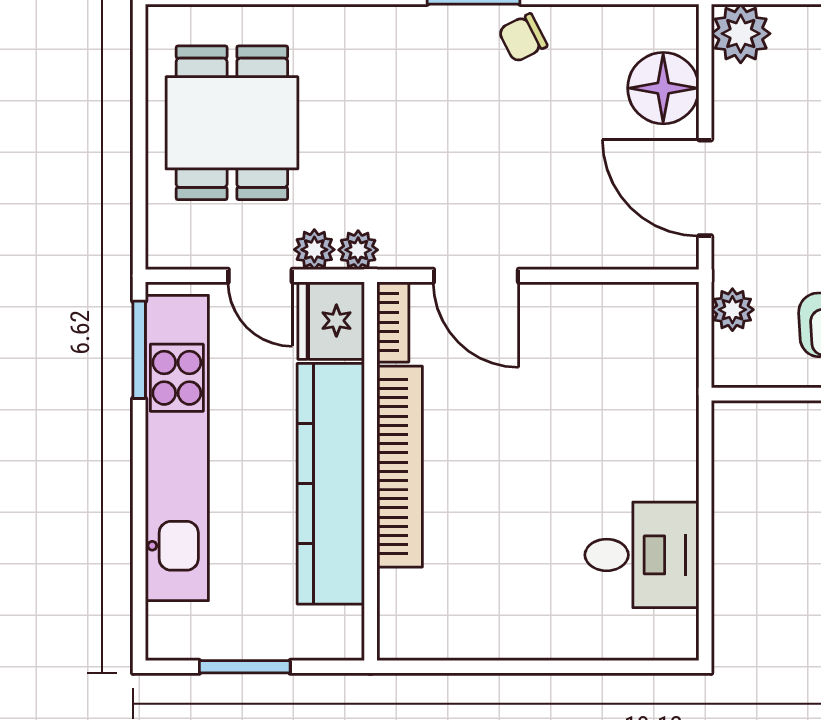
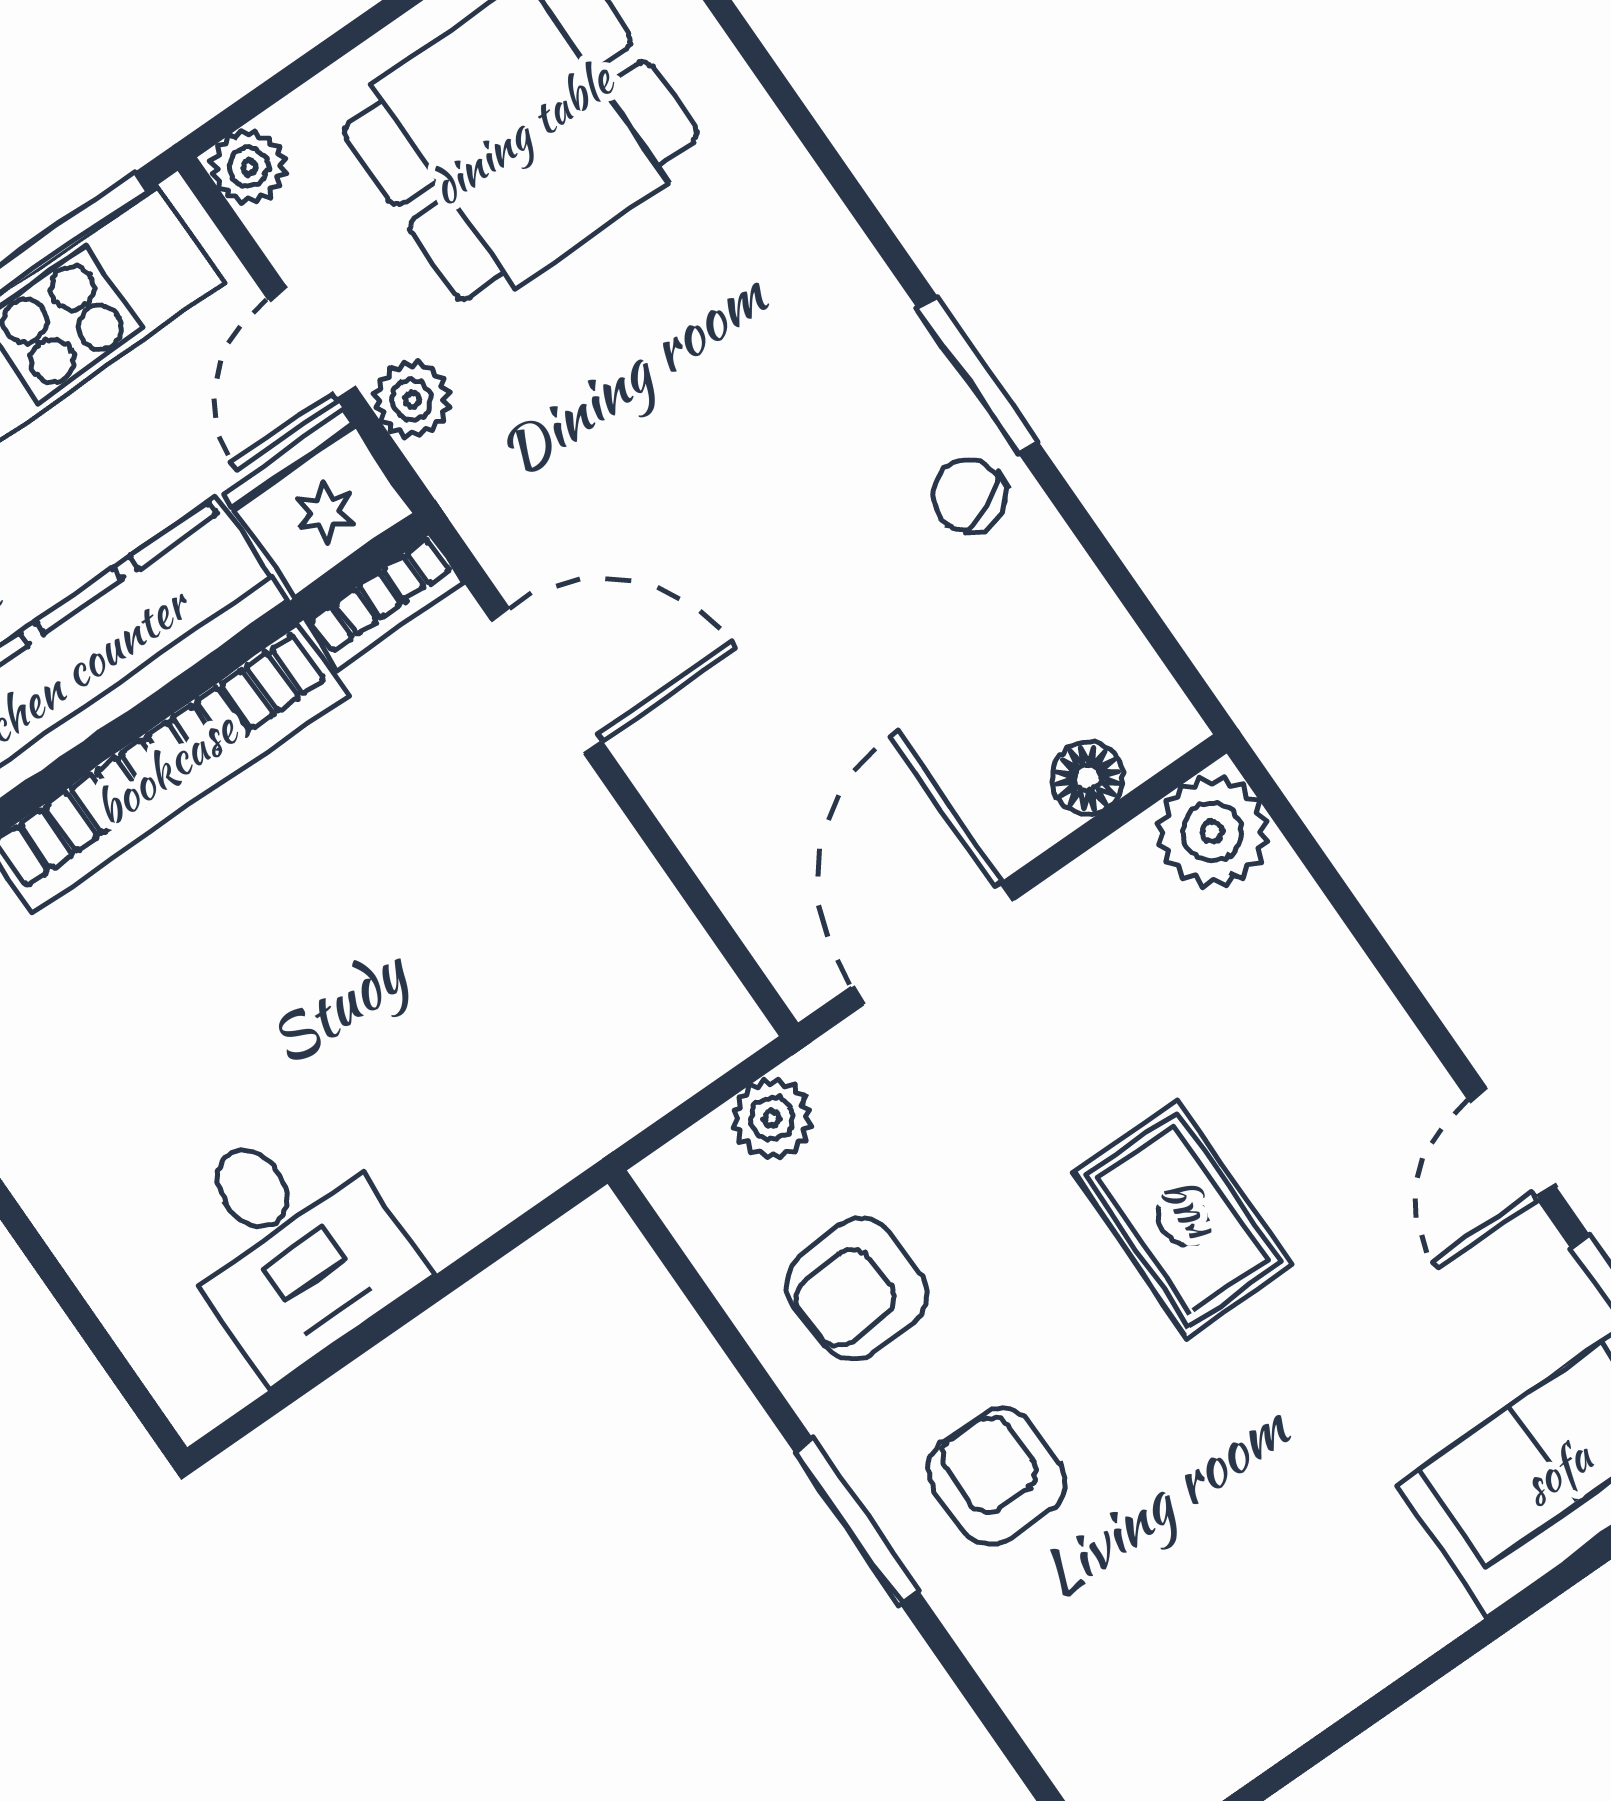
floor lamp: (663, 88) -> (1087, 778), width x0.53, depth x0.53
plant: (358, 250) -> (249, 167), moved
door: (476, 276) -> (547, 681), swing flipped

